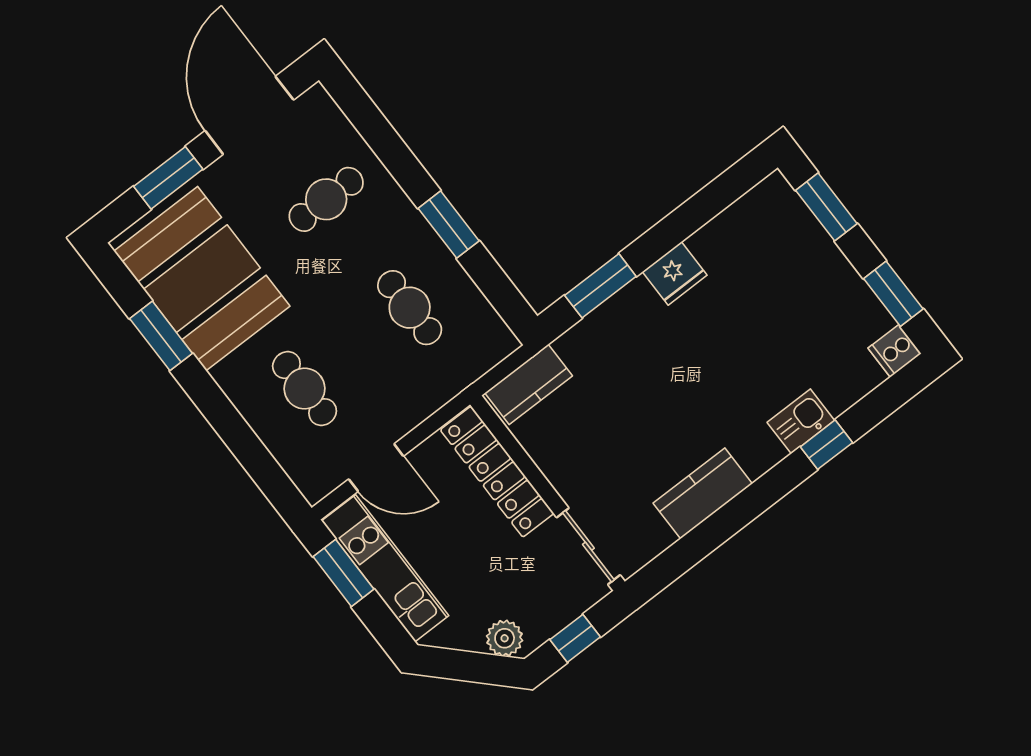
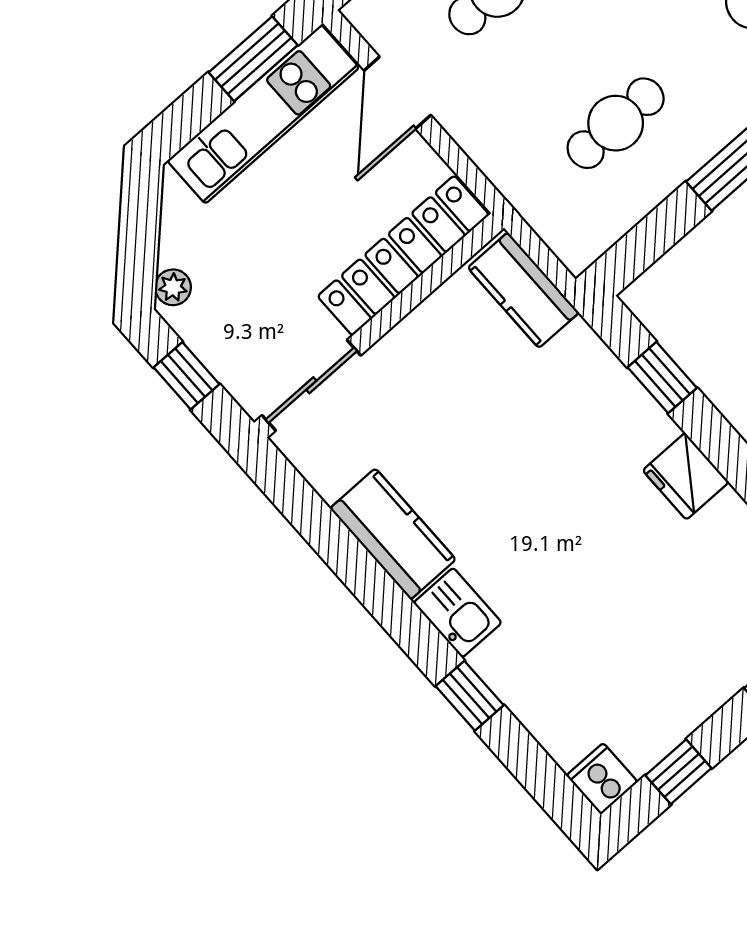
window: (600, 286) -> (662, 378), width x0.67
window: (893, 294) -> (678, 772), width x0.67
kitchen sink: (801, 421) -> (458, 613), moved
plant: (505, 638) -> (173, 287), width x0.73, depth x0.73

